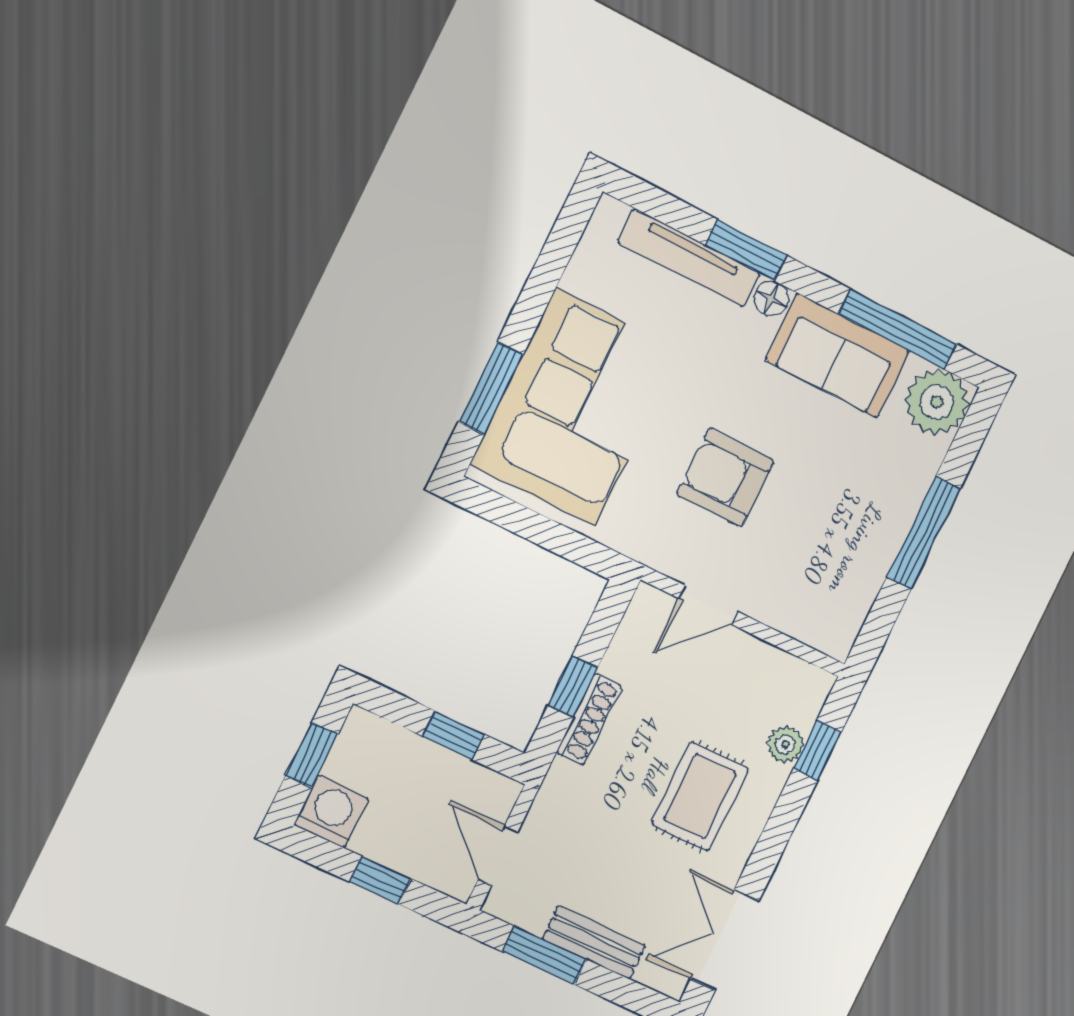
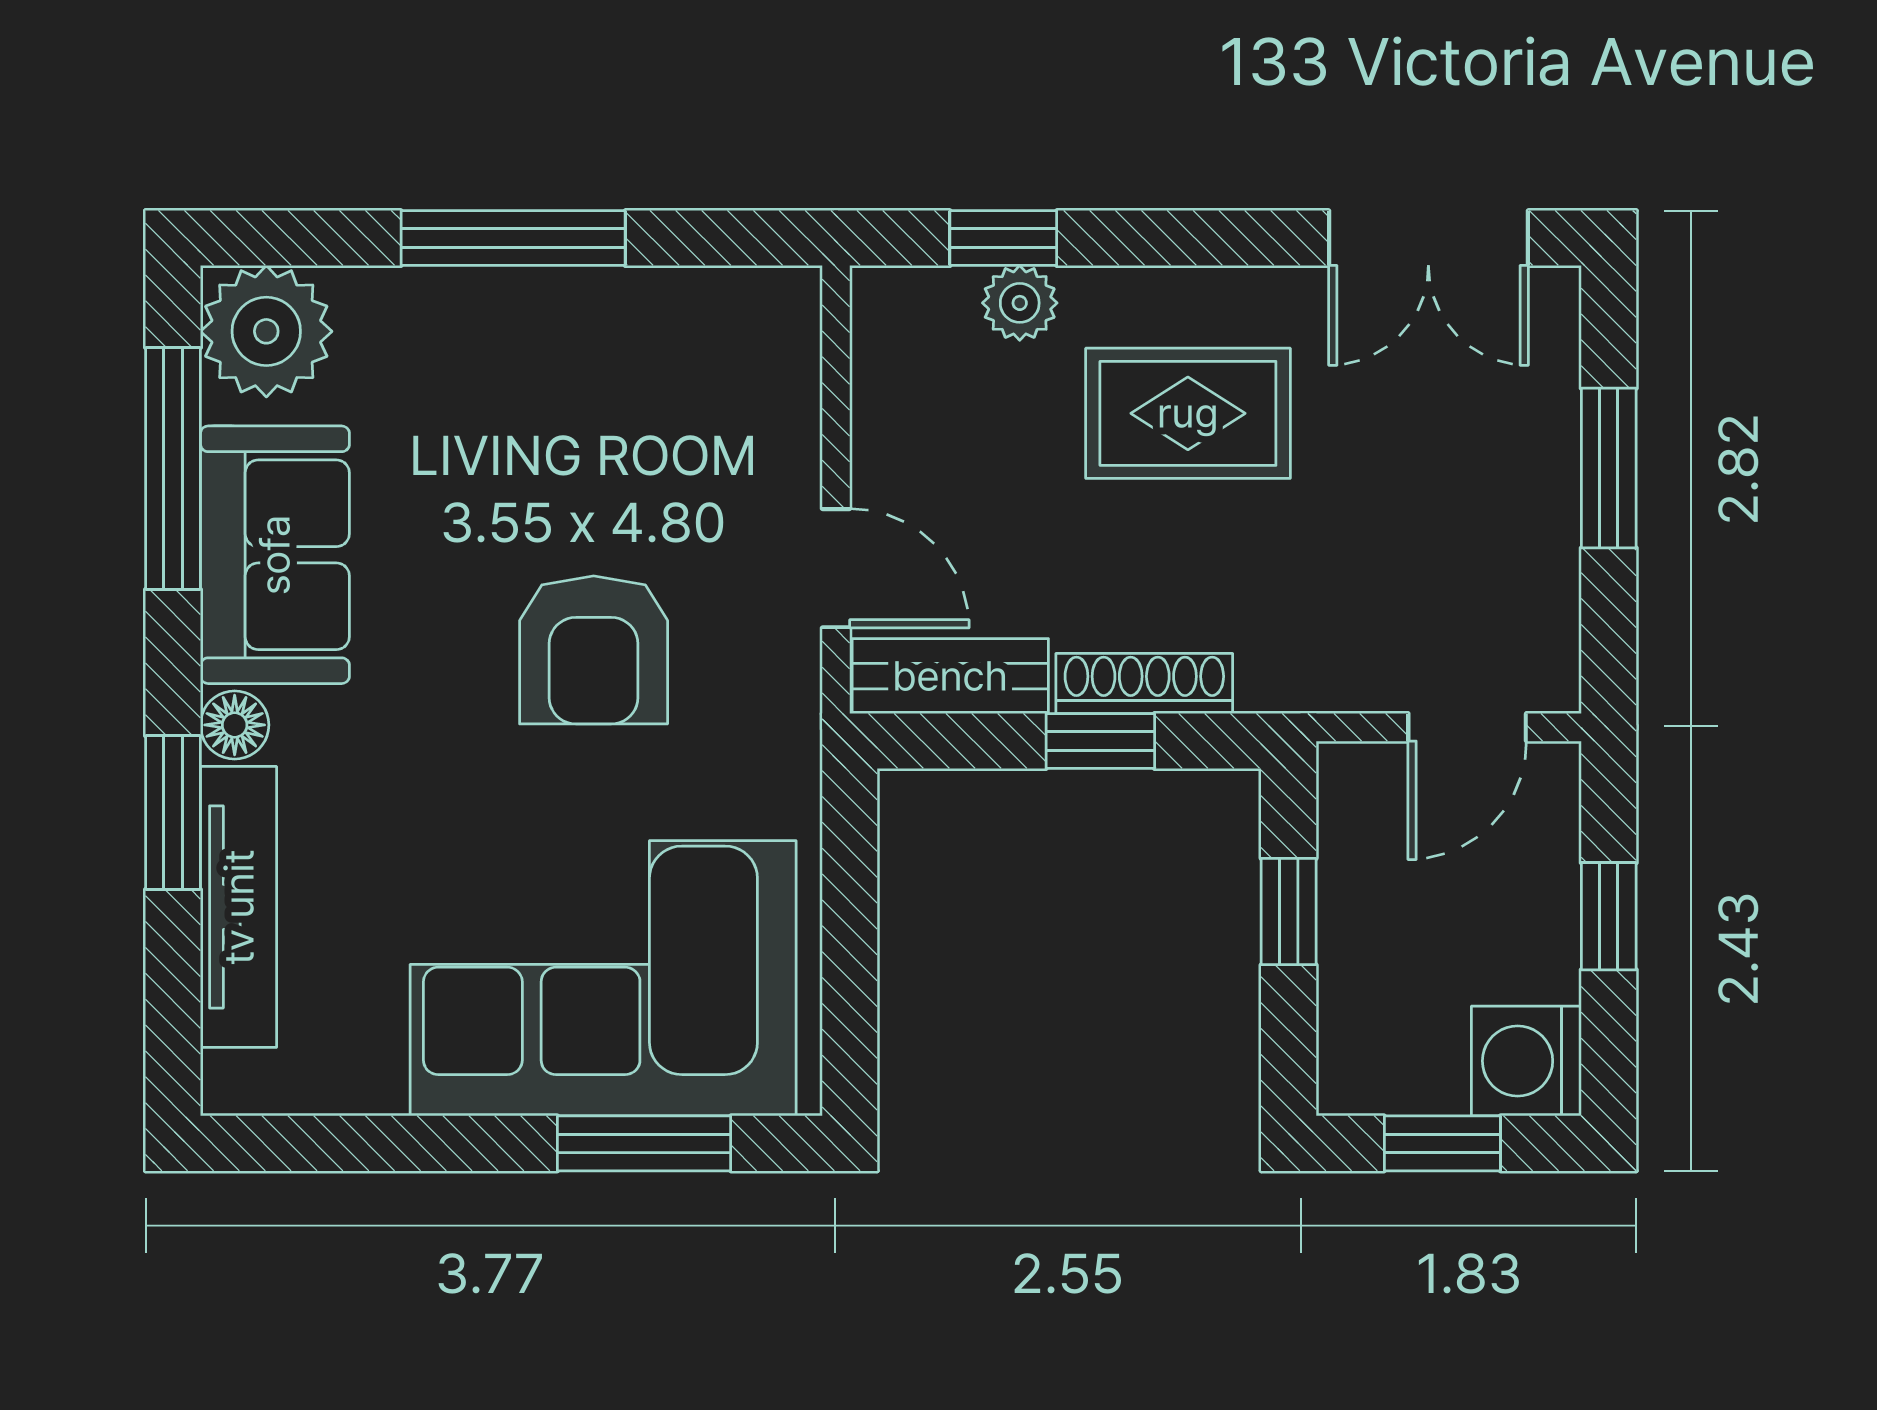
bench: (594, 943) -> (950, 676), moved, turned 90
window: (545, 955) -> (1609, 468), moved

